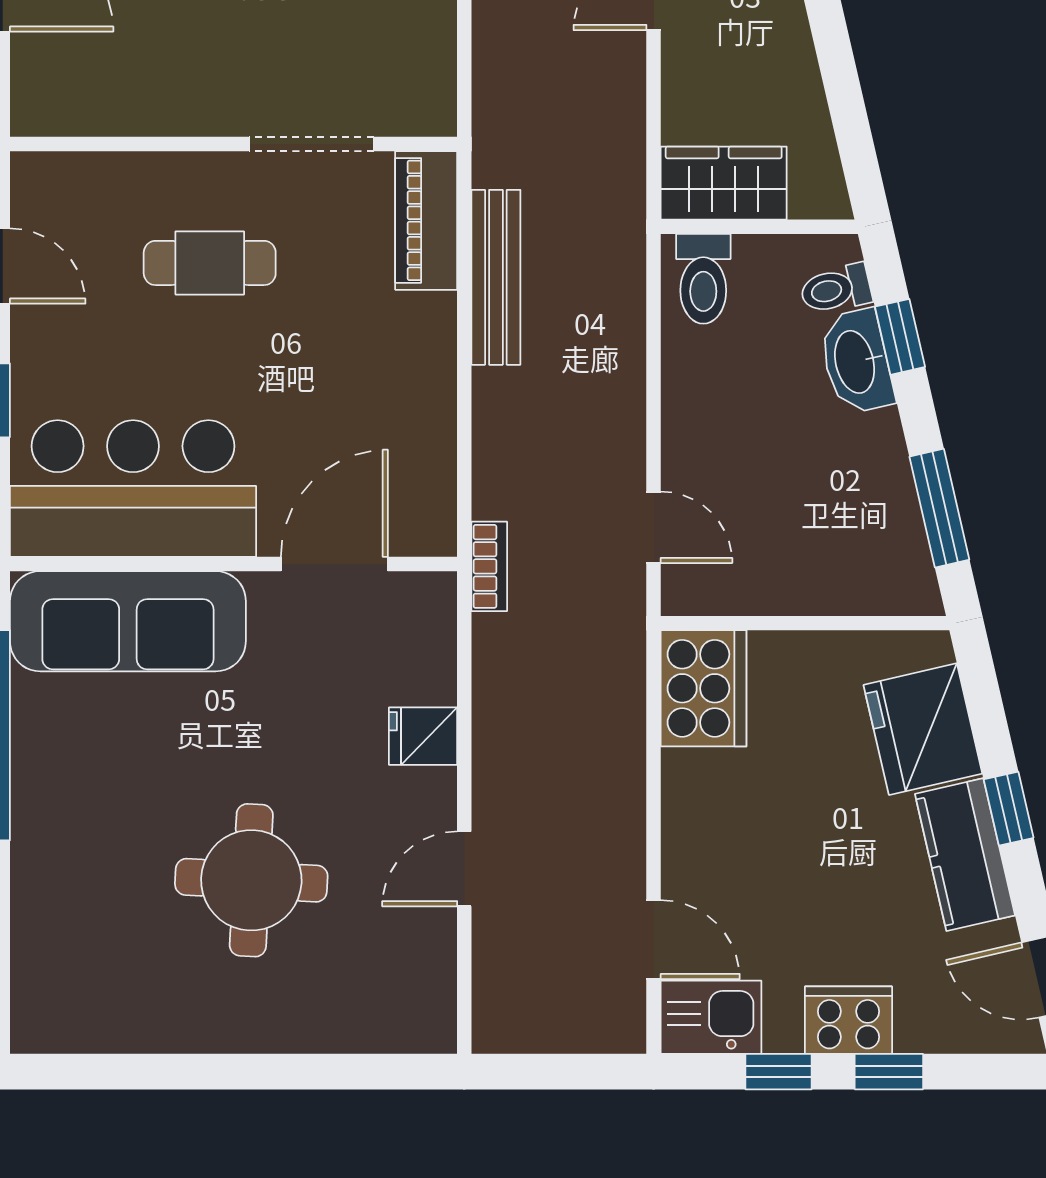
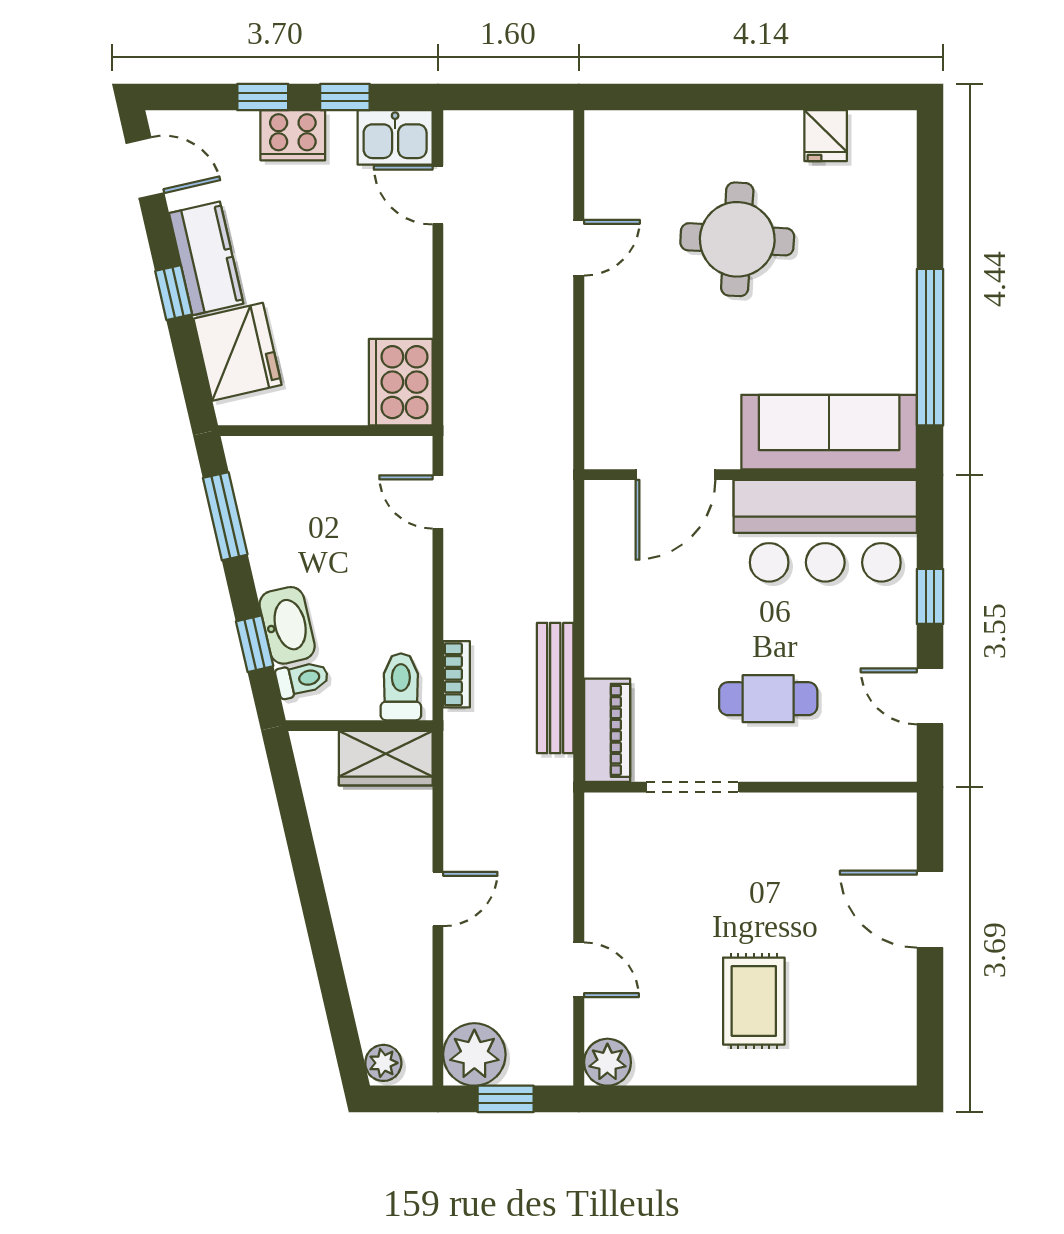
bookcase: (489, 566) -> (456, 674), moved, turned 180
fridge: (423, 736) -> (826, 136), moved, turned 90

